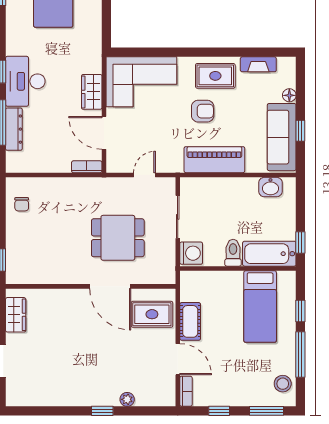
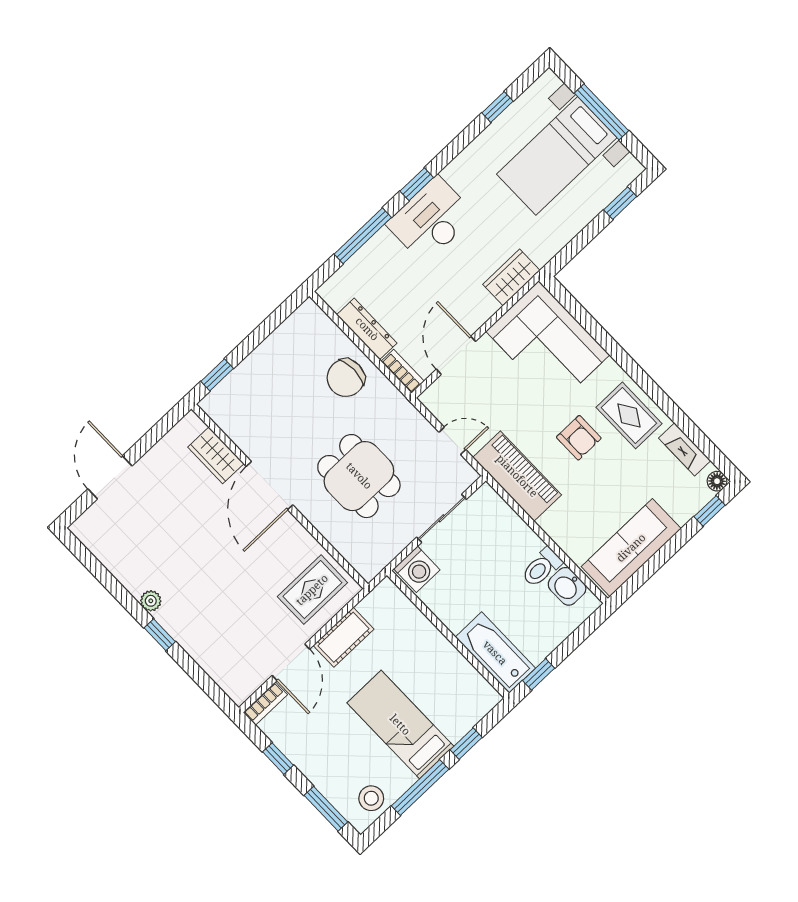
wardrobe: (92, 92) -> (511, 277), moved
floor lamp: (289, 95) -> (717, 481), moved
dresser: (14, 129) -> (367, 329), moved, turned -90
window: (300, 131) -> (710, 511), moved
piano: (214, 160) -> (517, 476), moved
chair: (22, 204) -> (346, 378), moved, width x1.87, depth x1.87
toilet: (233, 253) -> (542, 567), moved, turned 180
door: (110, 286) -> (270, 486), moved
bed: (260, 307) -> (400, 725), moved, turned 90
rug: (152, 314) -> (312, 590), turned 90
wardrobe: (16, 315) -> (216, 455), moved, turned 90
plant: (127, 399) -> (151, 601), moved

